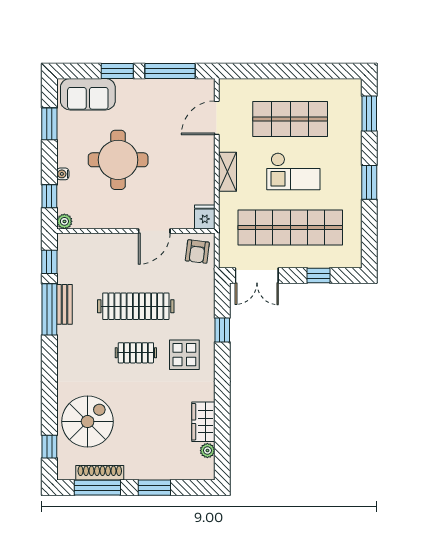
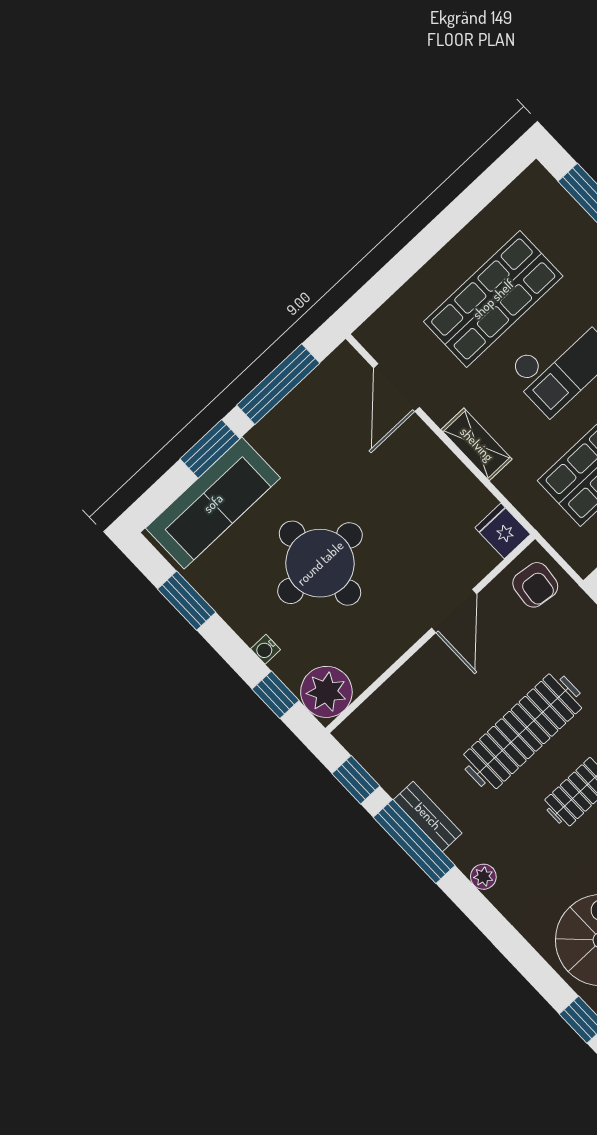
sofa: (88, 94) -> (213, 503), width x1.36
plant: (64, 221) -> (326, 692), width x1.88, depth x1.88
plant: (64, 350) -> (483, 877), added

